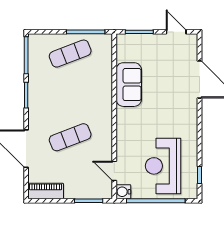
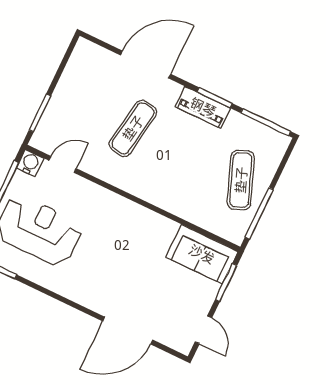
door: (176, 32) -> (203, 330), hinge flipped
sofa: (129, 85) -> (202, 254), moved
exercise mat: (70, 137) -> (133, 128), turned 30
piano: (46, 191) -> (203, 107), moved, turned 90

